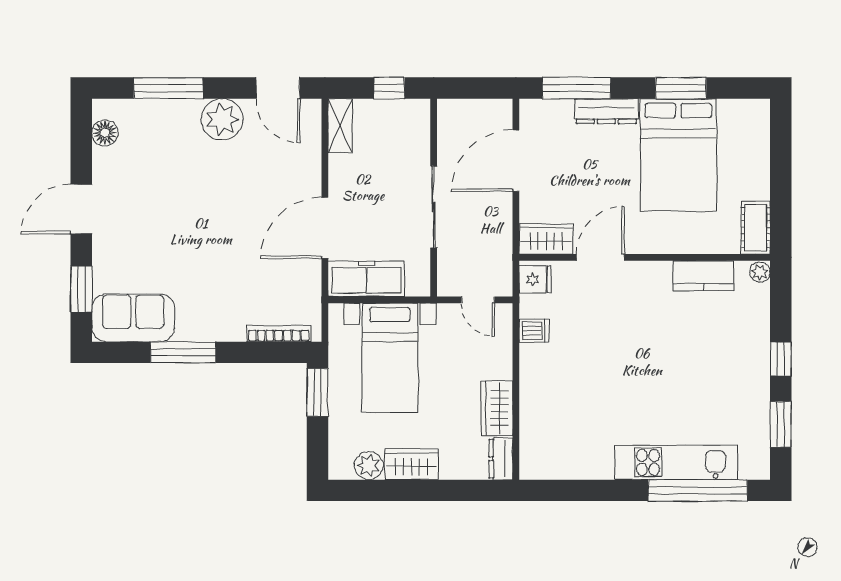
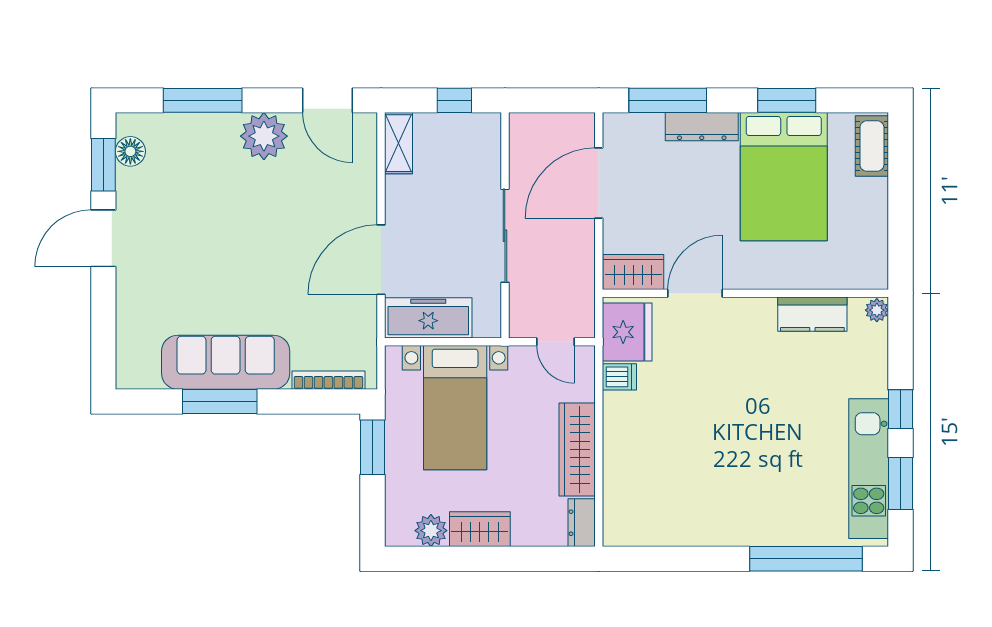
cot: (756, 228) -> (872, 146), moved
fridge: (535, 279) -> (627, 332), width x1.88, depth x1.34
window: (81, 289) -> (103, 165), moved
sofa: (133, 318) -> (226, 362), moved, width x1.36
wardrobe: (497, 408) -> (577, 450), width x1.50
kitchen unit: (676, 462) -> (869, 469), moved, turned -90

